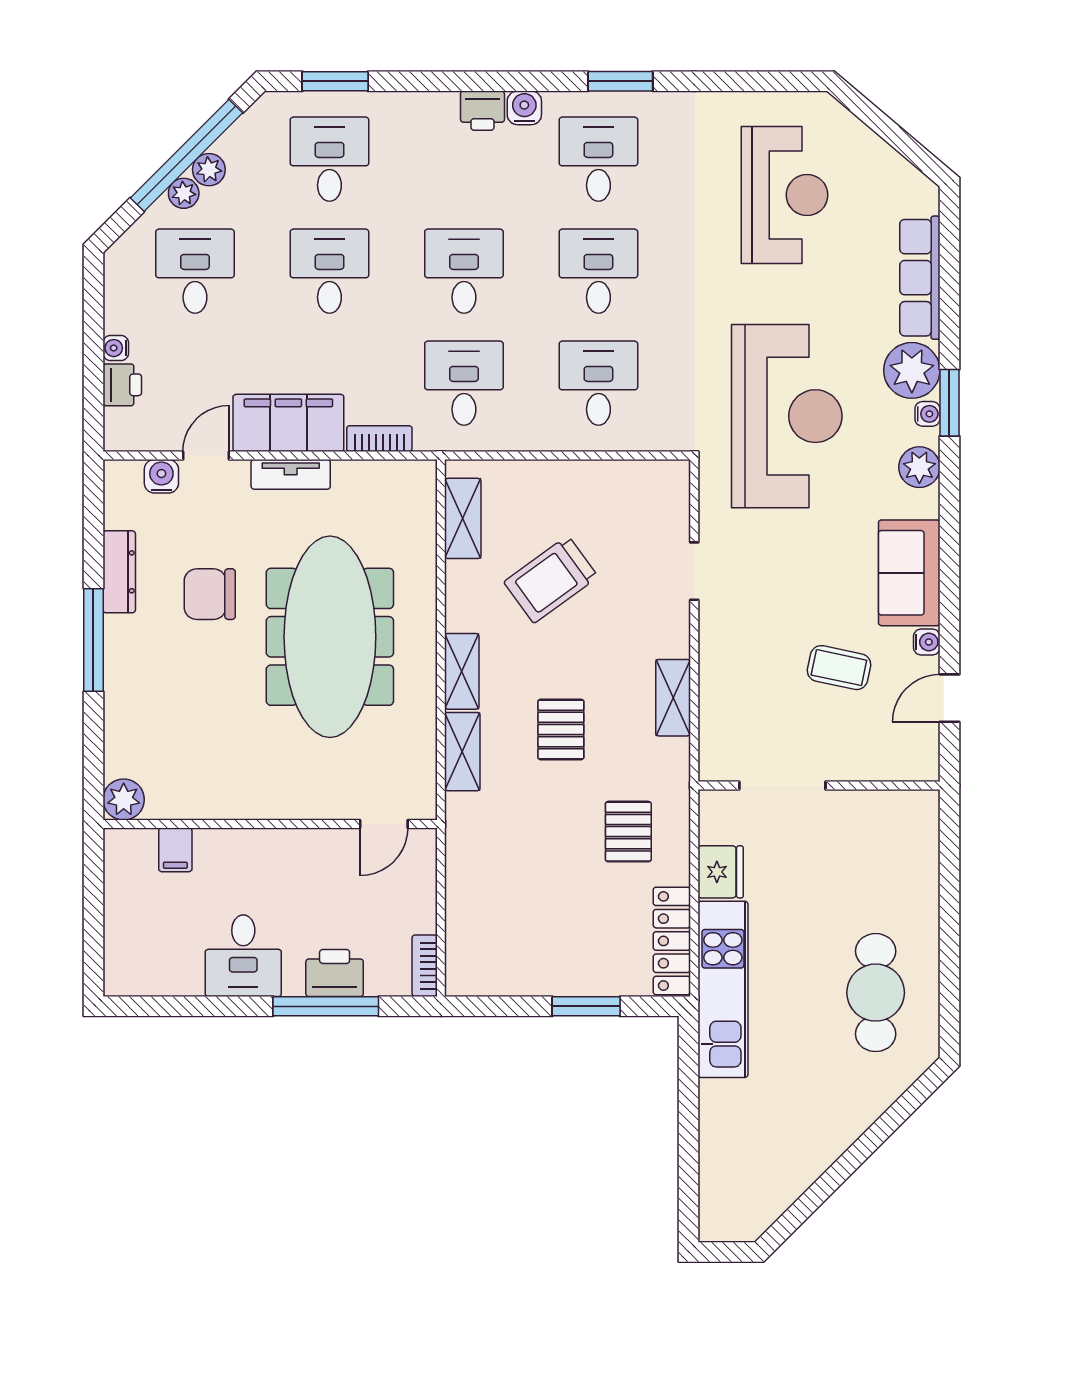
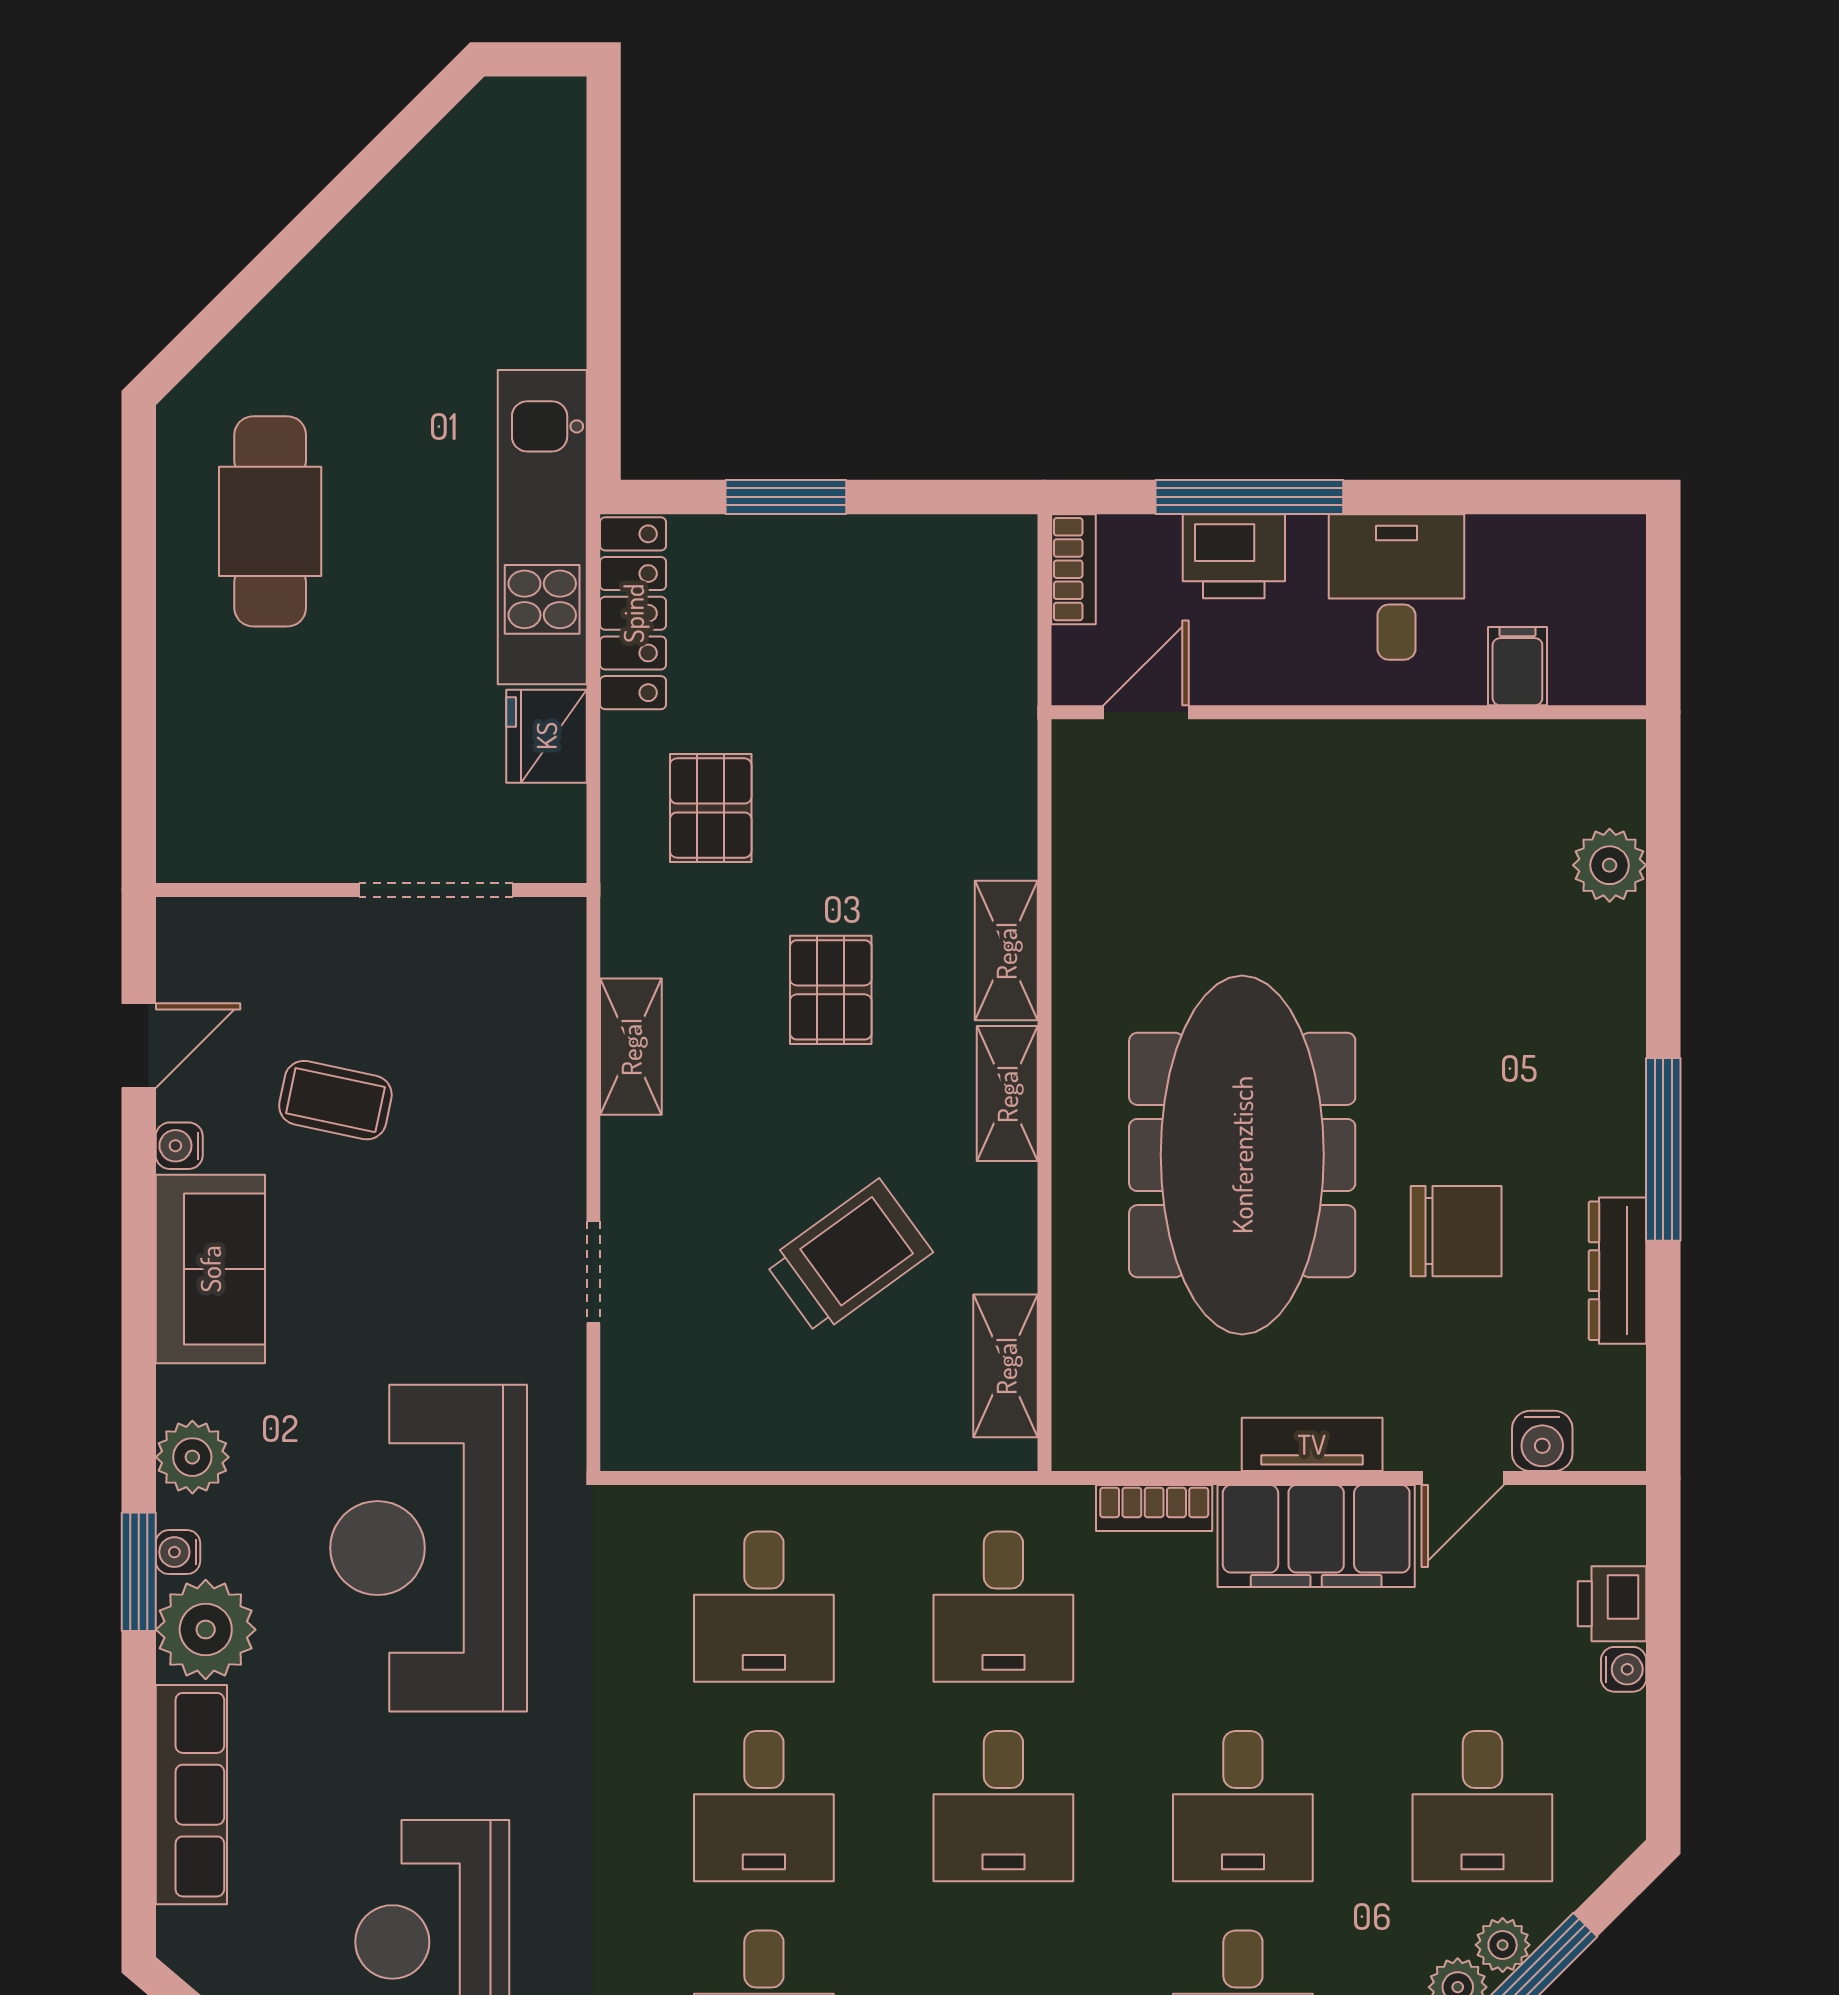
wall: (270, 824) -> (1349, 712), moved
door: (384, 824) -> (1146, 712), moved
filing cabinet: (175, 850) -> (1517, 666), moved

